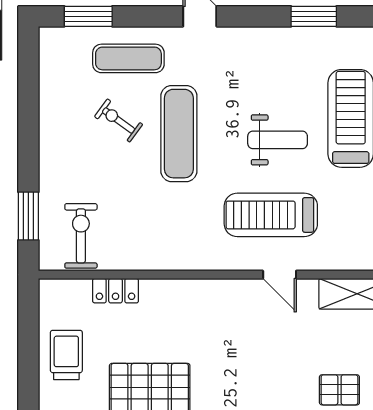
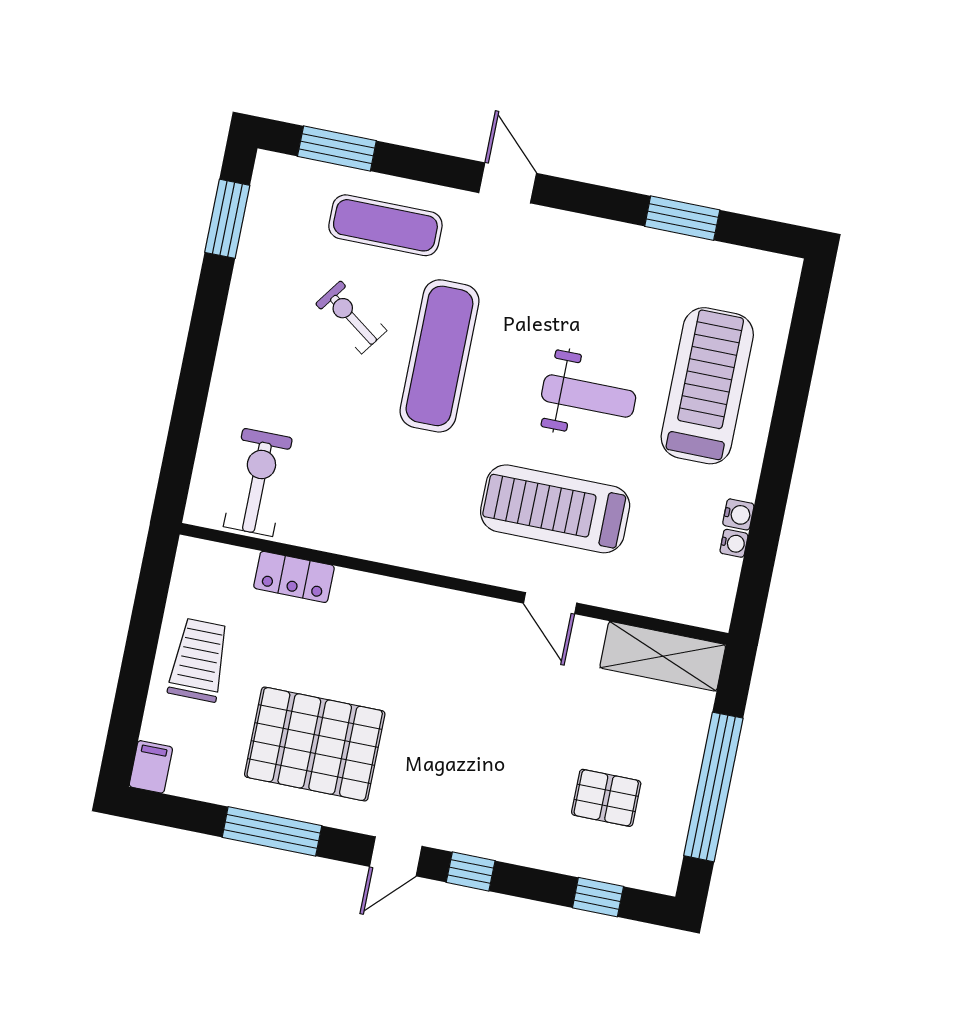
window: (28, 216) -> (227, 219), moved

